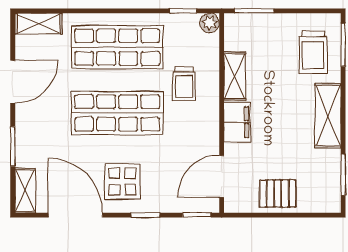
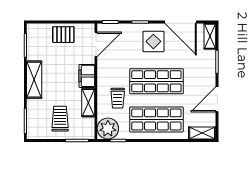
plant: (210, 23) -> (108, 129), width x1.87, depth x1.87
trolley: (313, 52) -> (60, 119), moved
trolley: (184, 84) -> (118, 98), turned 180

